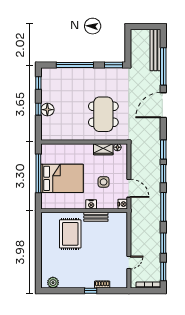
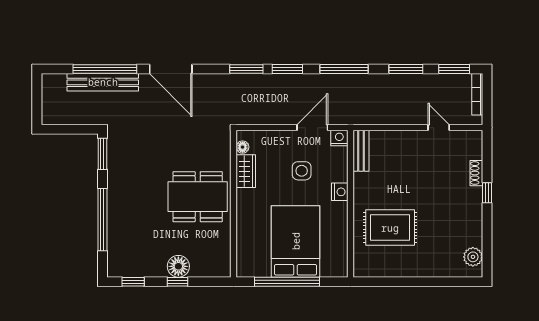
bench: (155, 50) -> (103, 82), moved
dining table: (103, 114) -> (198, 197), moved
bench: (96, 217) -> (361, 151), moved

